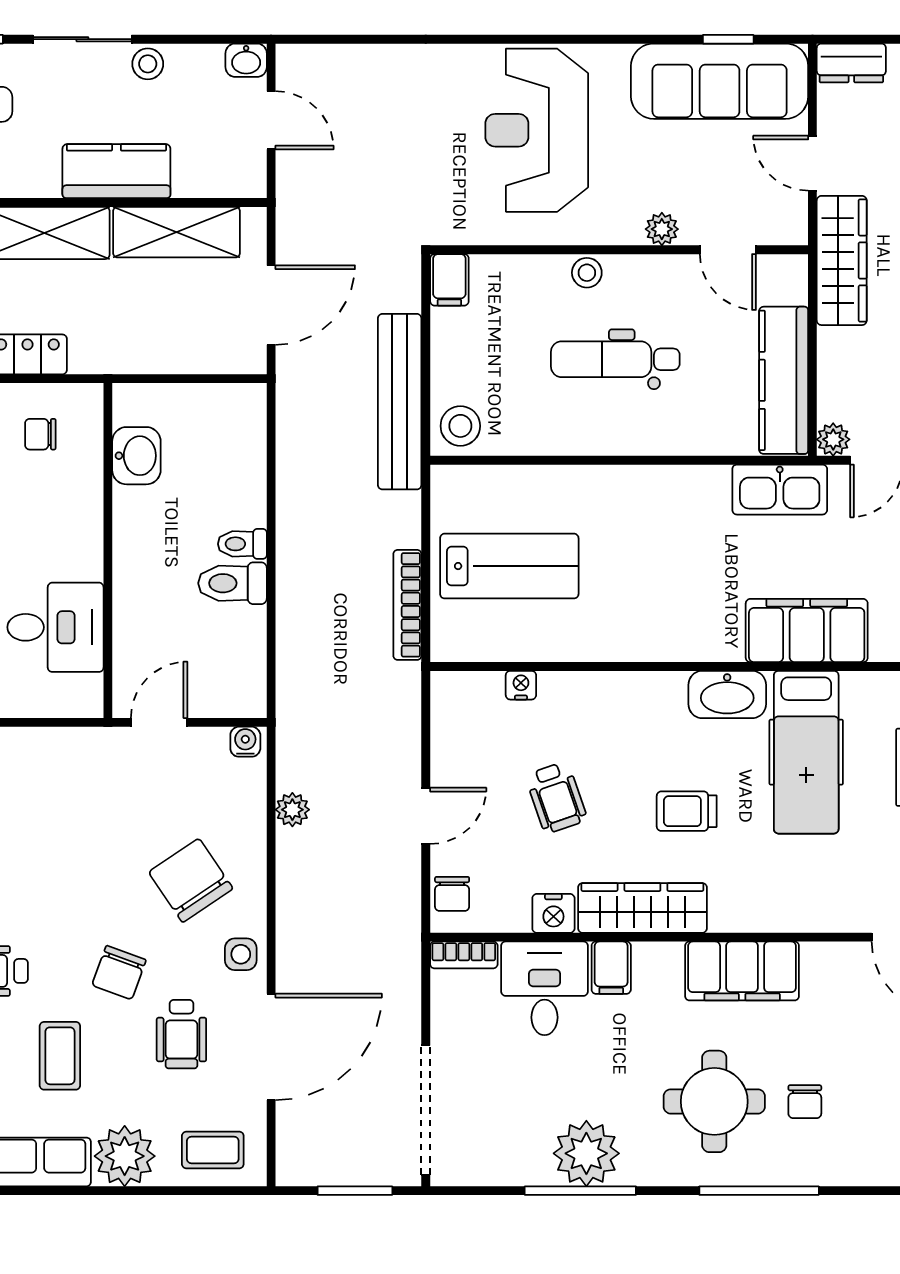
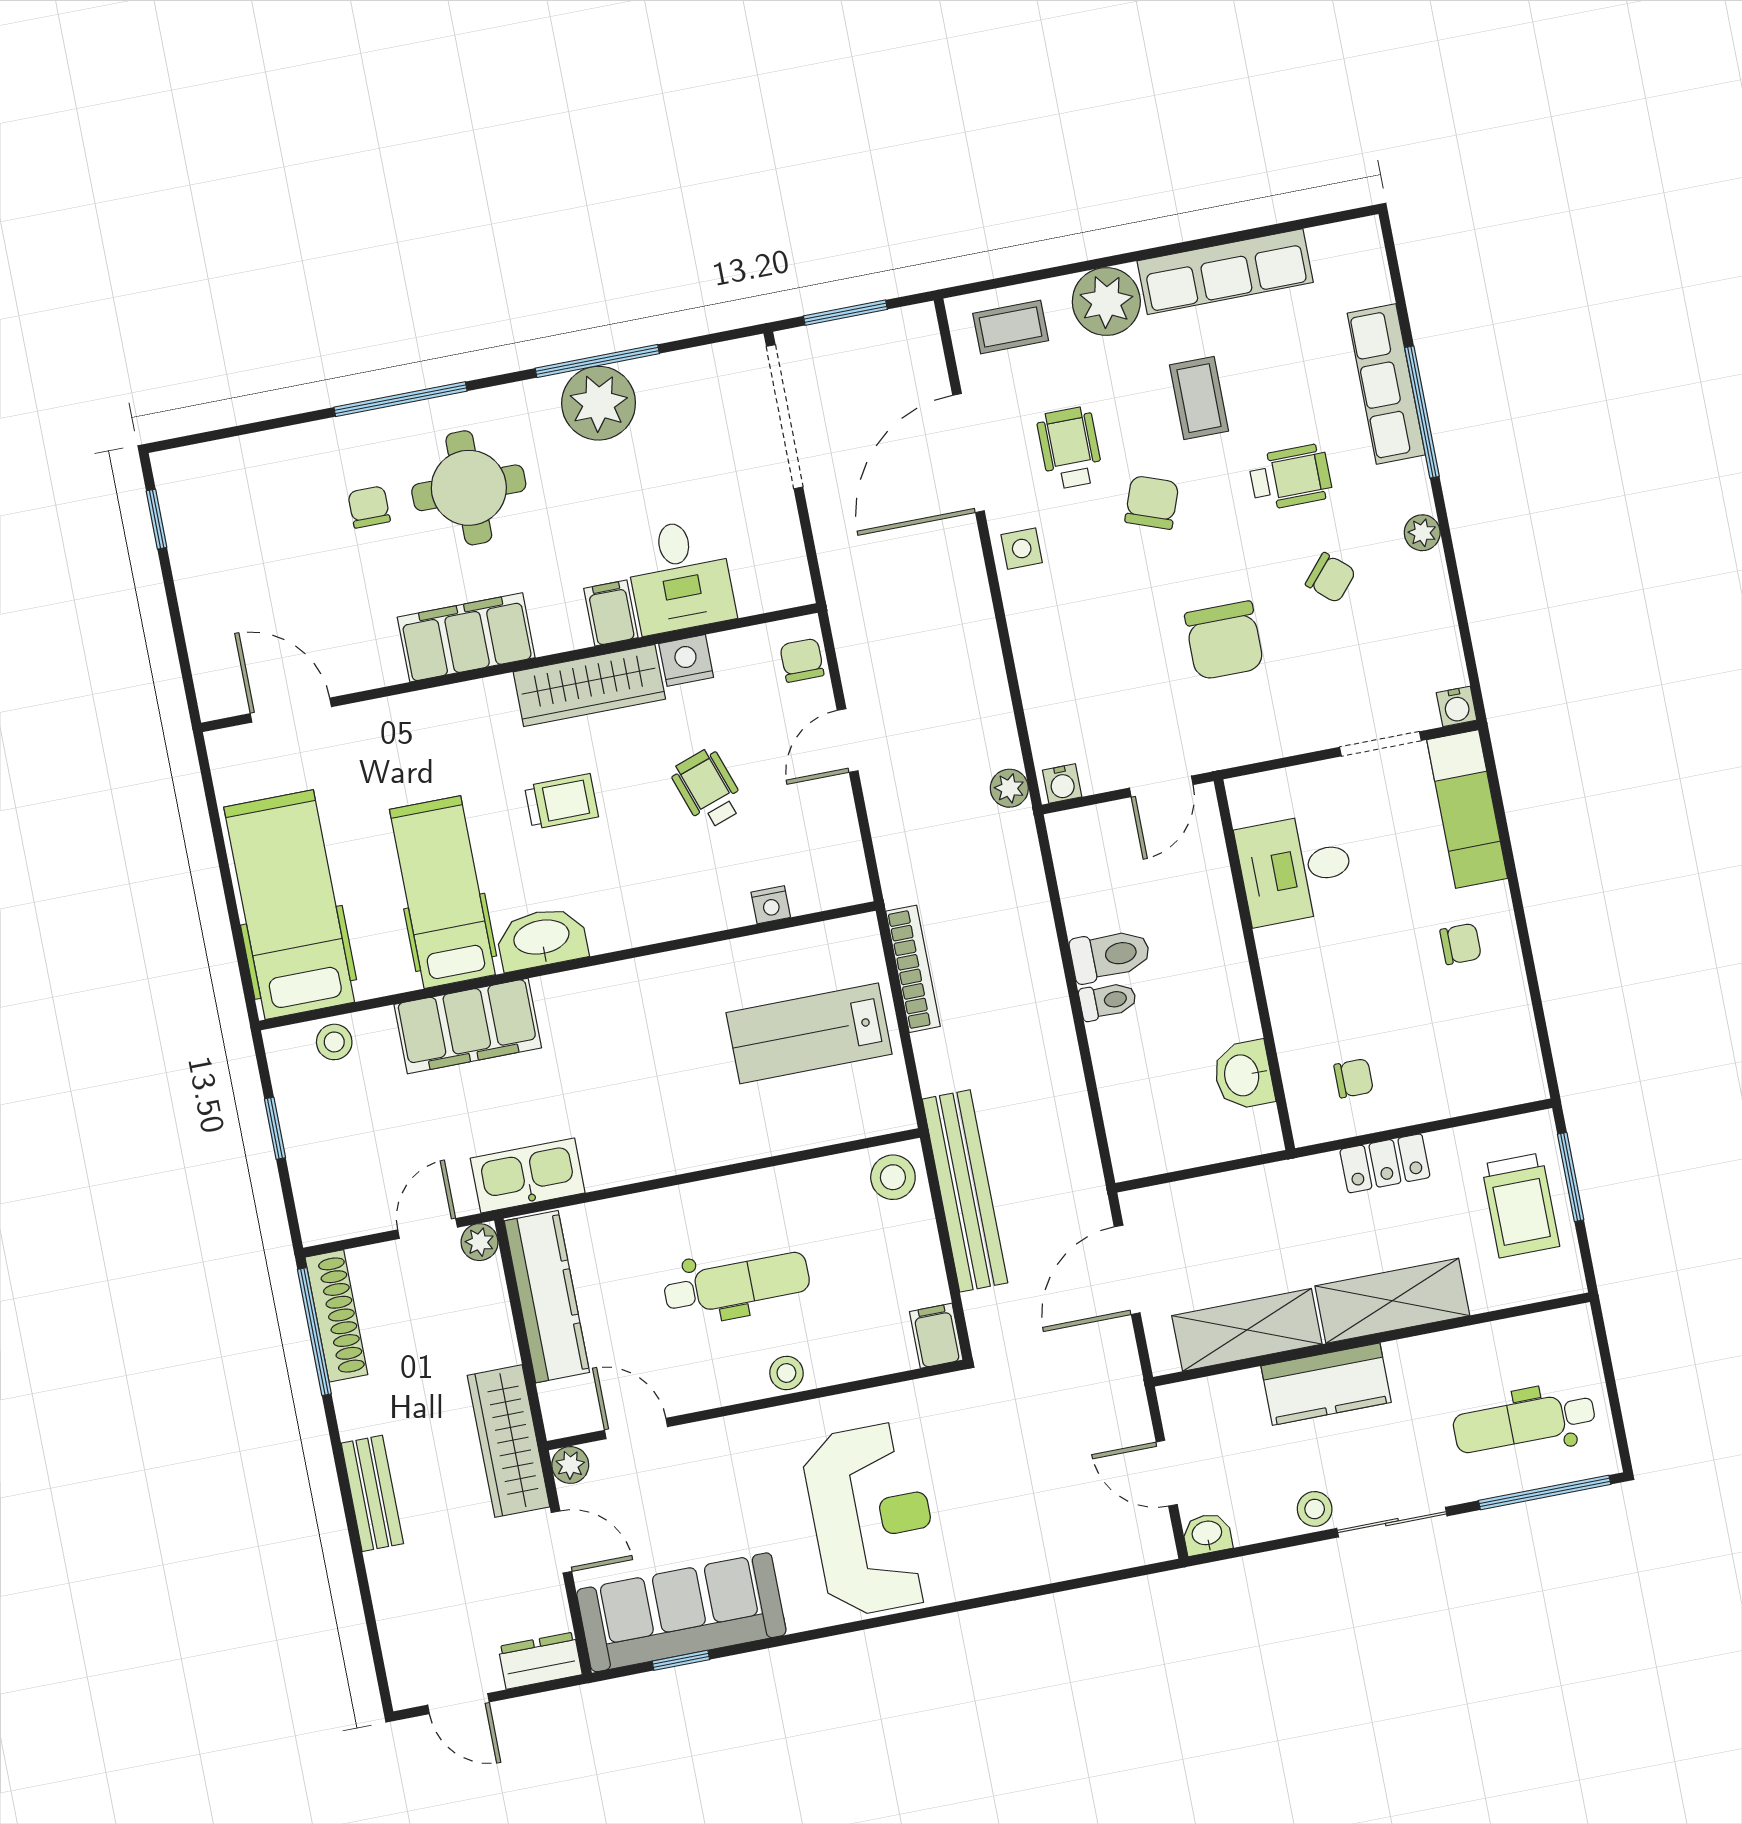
plant: (662, 229) -> (570, 1465), moved
plant: (292, 810) -> (1009, 788), moved
chair: (191, 880) -> (1224, 640), moved, turned 34
bookcase: (464, 955) -> (776, 595), removed

